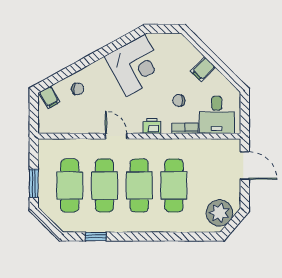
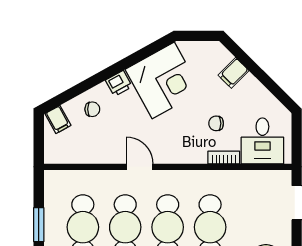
filing cabinet: (203, 69) -> (233, 73), moved
printer: (152, 126) -> (119, 83), moved, turned 151

